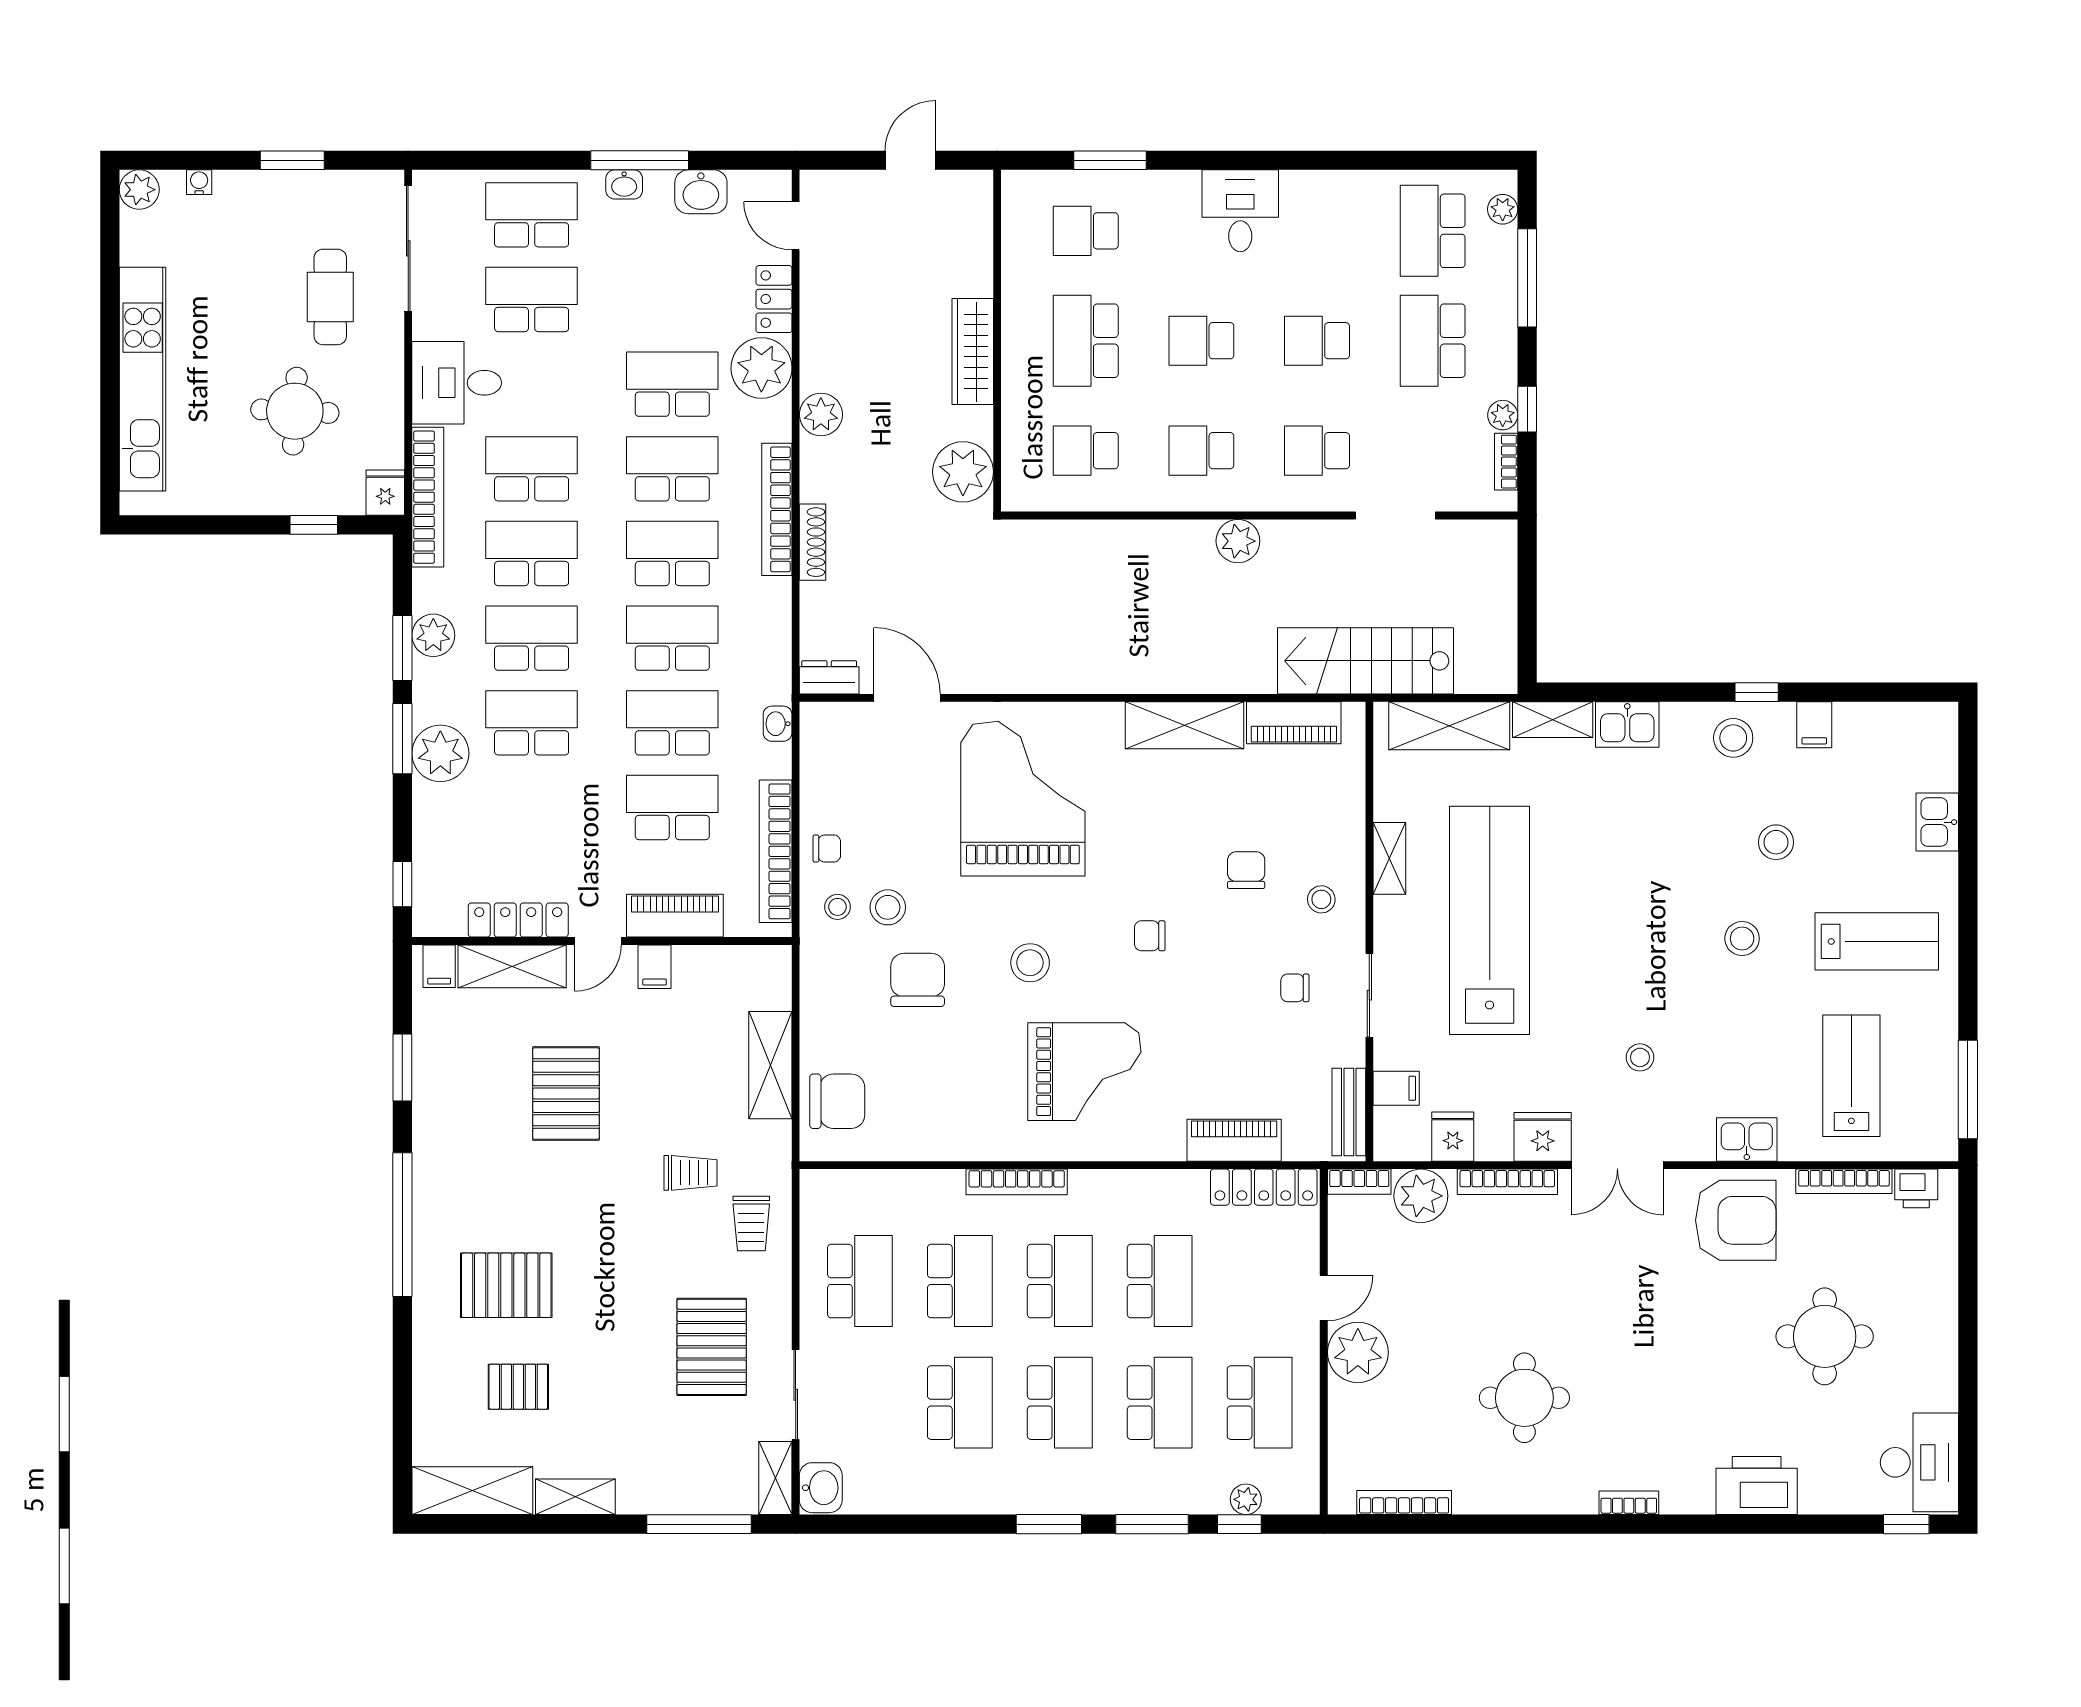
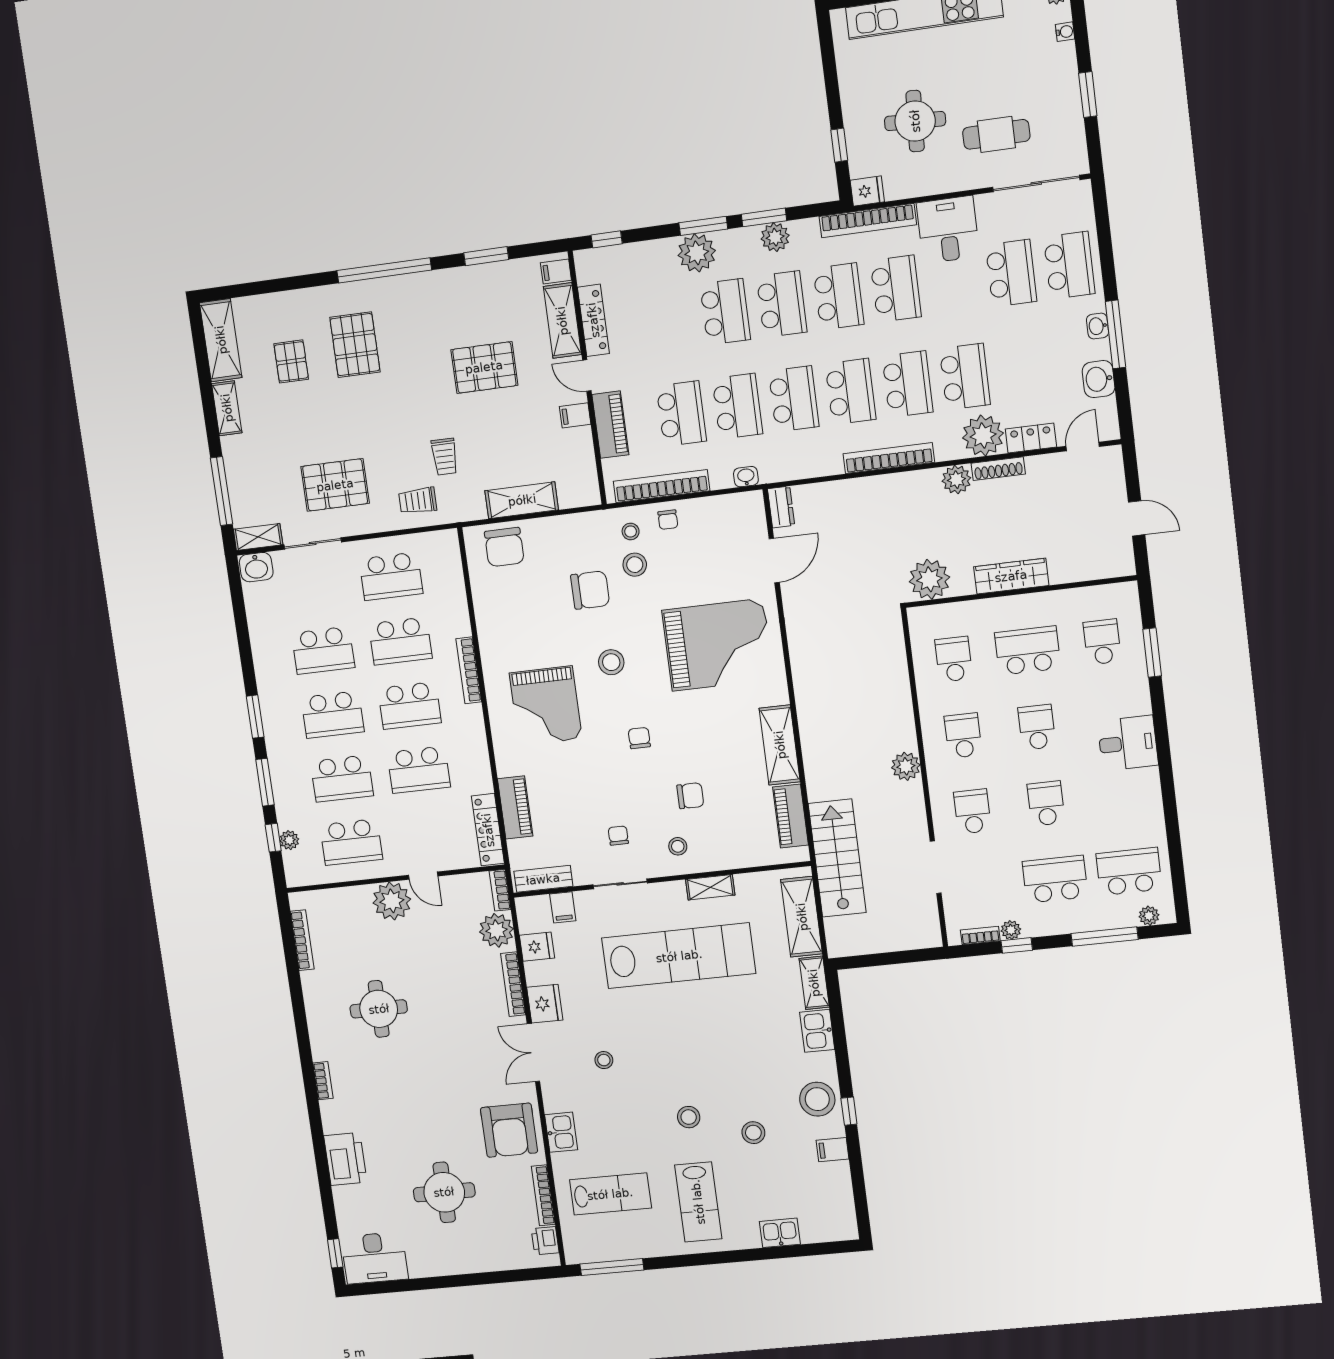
shoe rack: (813, 542) -> (998, 469), moved
stool: (1733, 738) -> (817, 1099), width x1.38, depth x1.38

